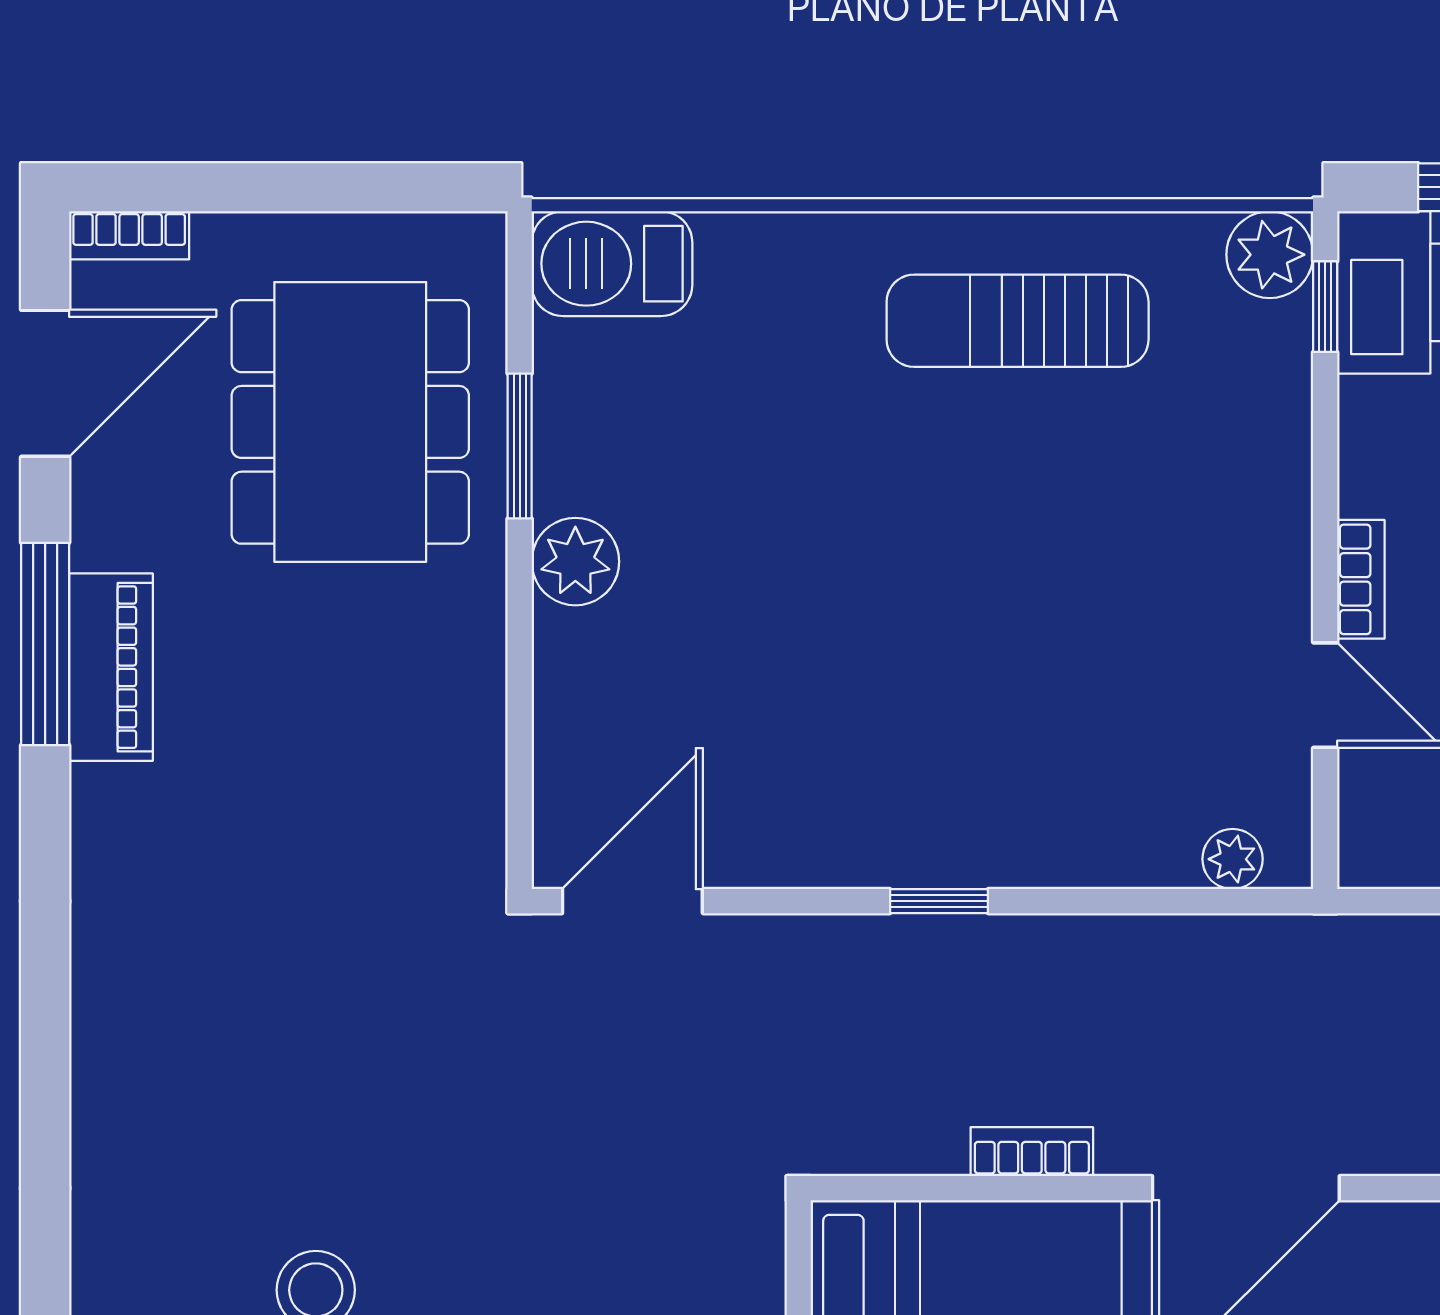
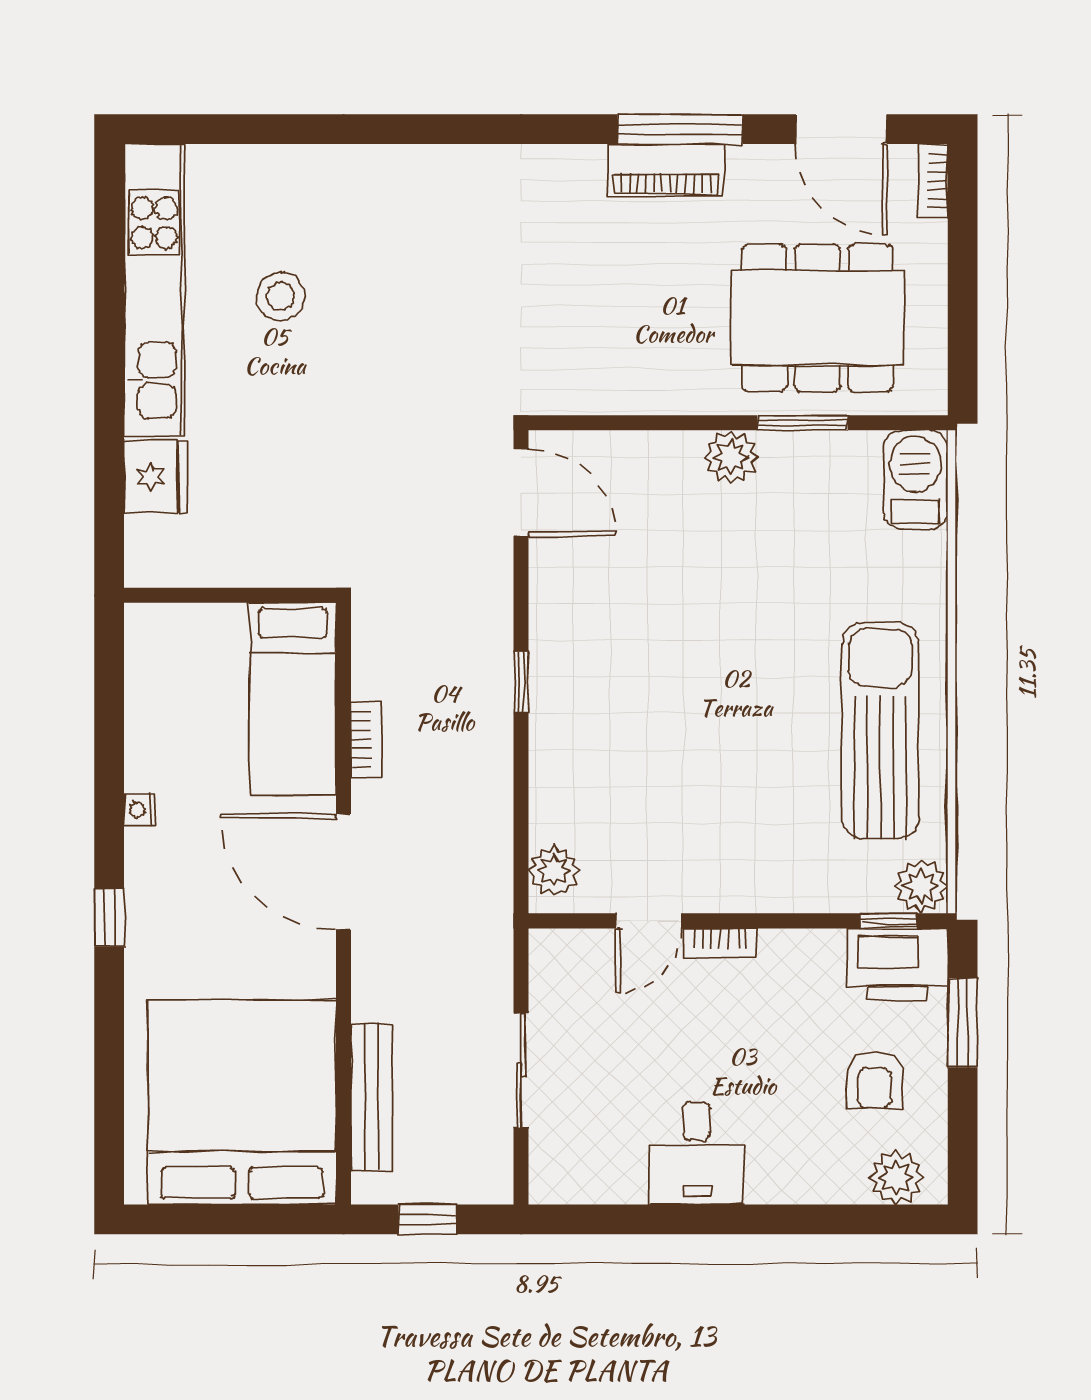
sun lounger: (1018, 321) -> (880, 731), width x1.36, depth x1.34
plant: (1233, 859) -> (554, 871), width x1.38, depth x1.38

